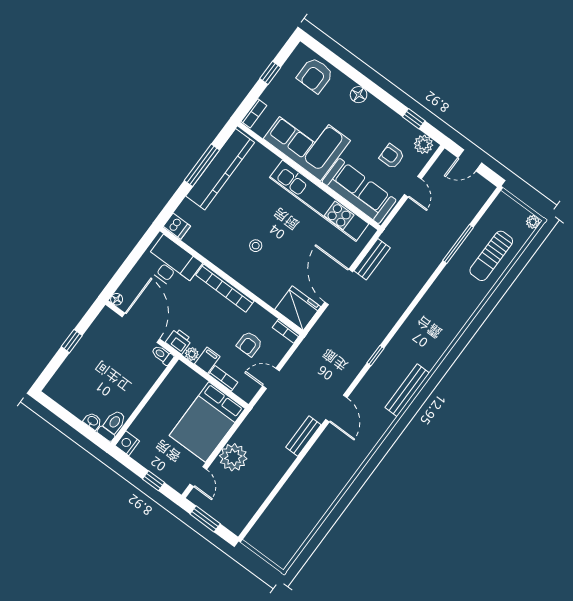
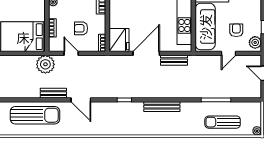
filing cabinet: (207, 360) -> (56, 12), removed
bench: (407, 390) -> (162, 107), moved
door: (336, 409) -> (81, 100), hinge flipped
plant: (233, 457) -> (45, 64), moved
sun lounger: (314, 478) -> (35, 115), added

